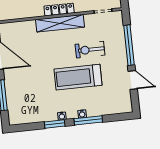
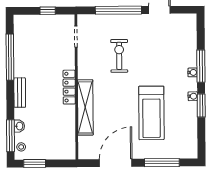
shelving: (60, 23) -> (85, 107), moved
exercise bike: (90, 50) -> (119, 56), turned 180
treadmill: (78, 77) -> (151, 113), moved

